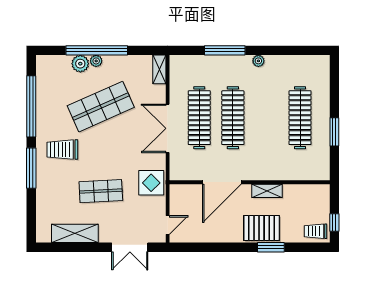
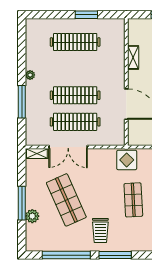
window: (97, 50) -> (22, 203), width x0.68
plant: (96, 61) -> (30, 204), removed
double door: (168, 128) -> (68, 147), moved
shelving: (267, 191) -> (133, 57), moved

